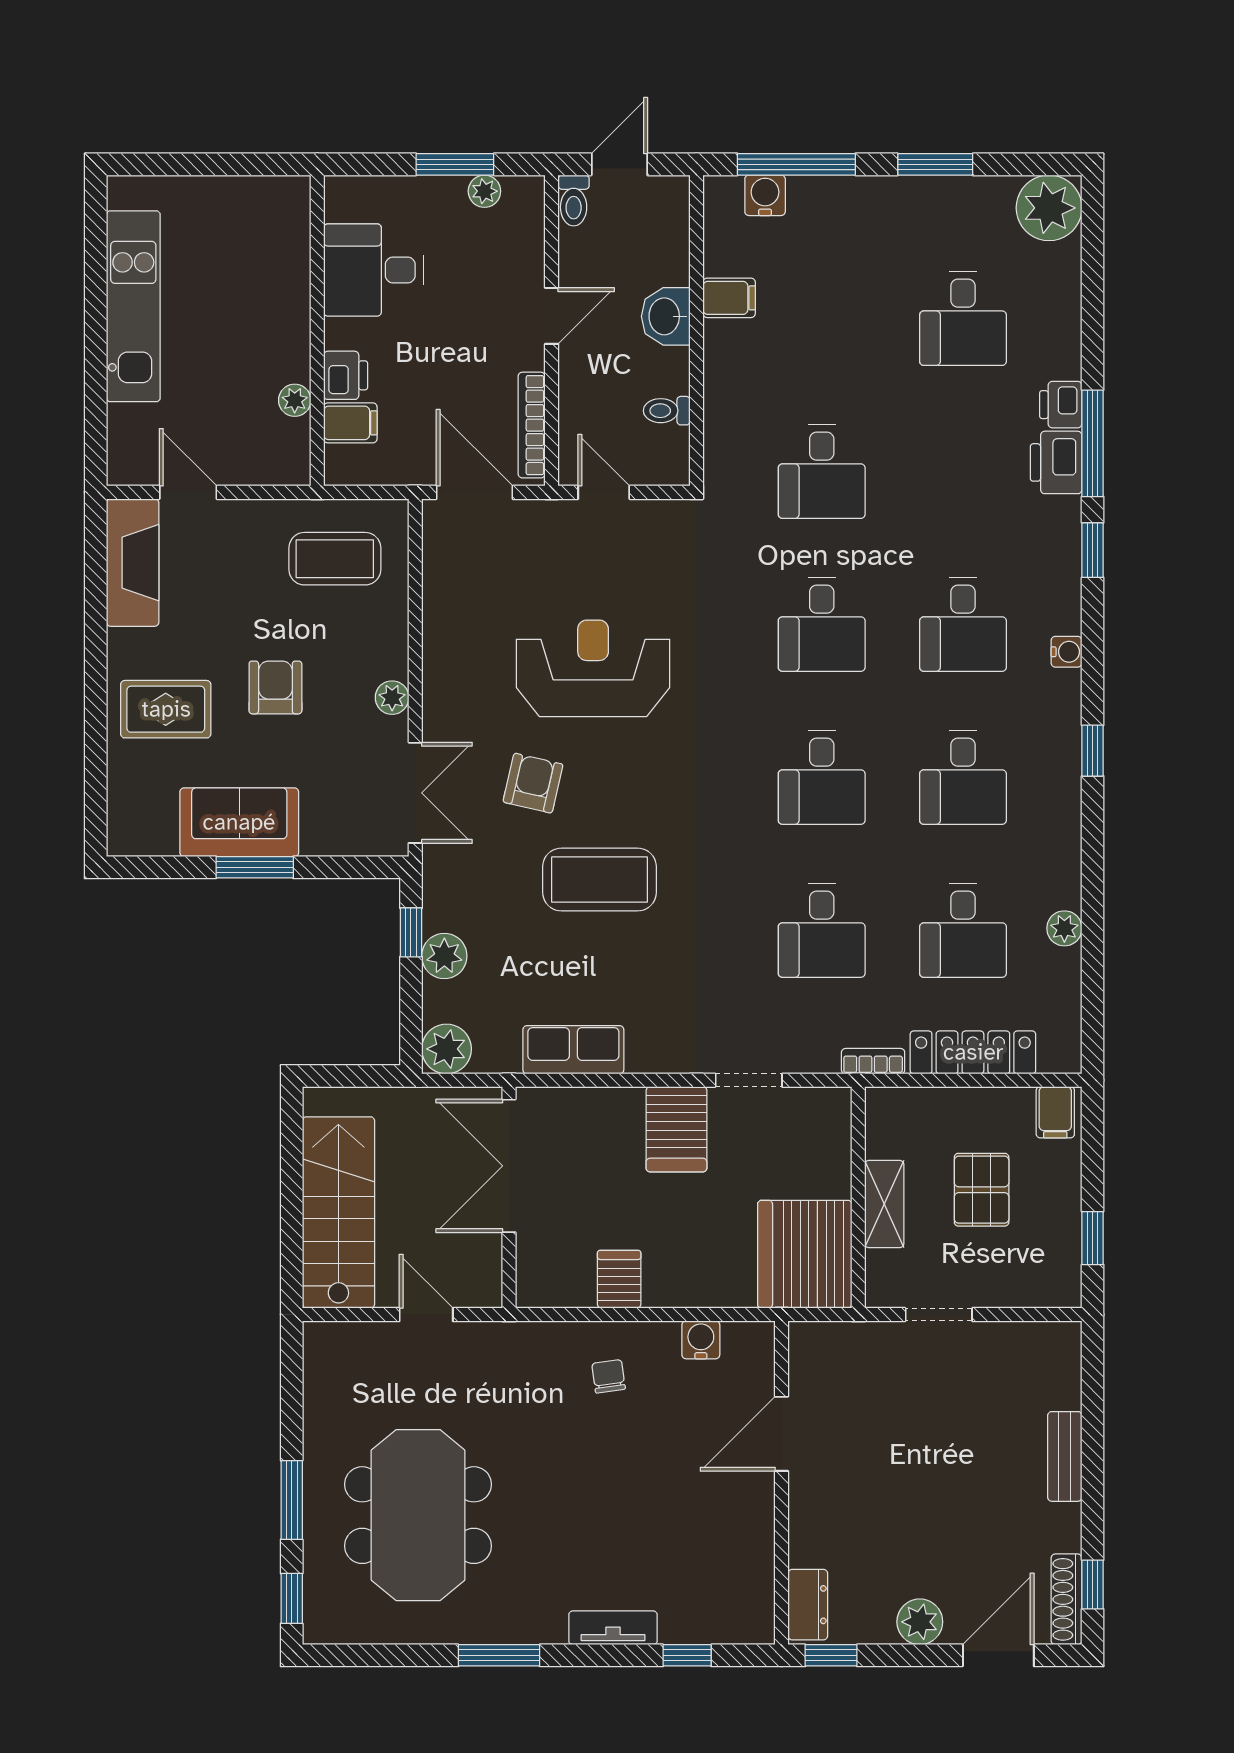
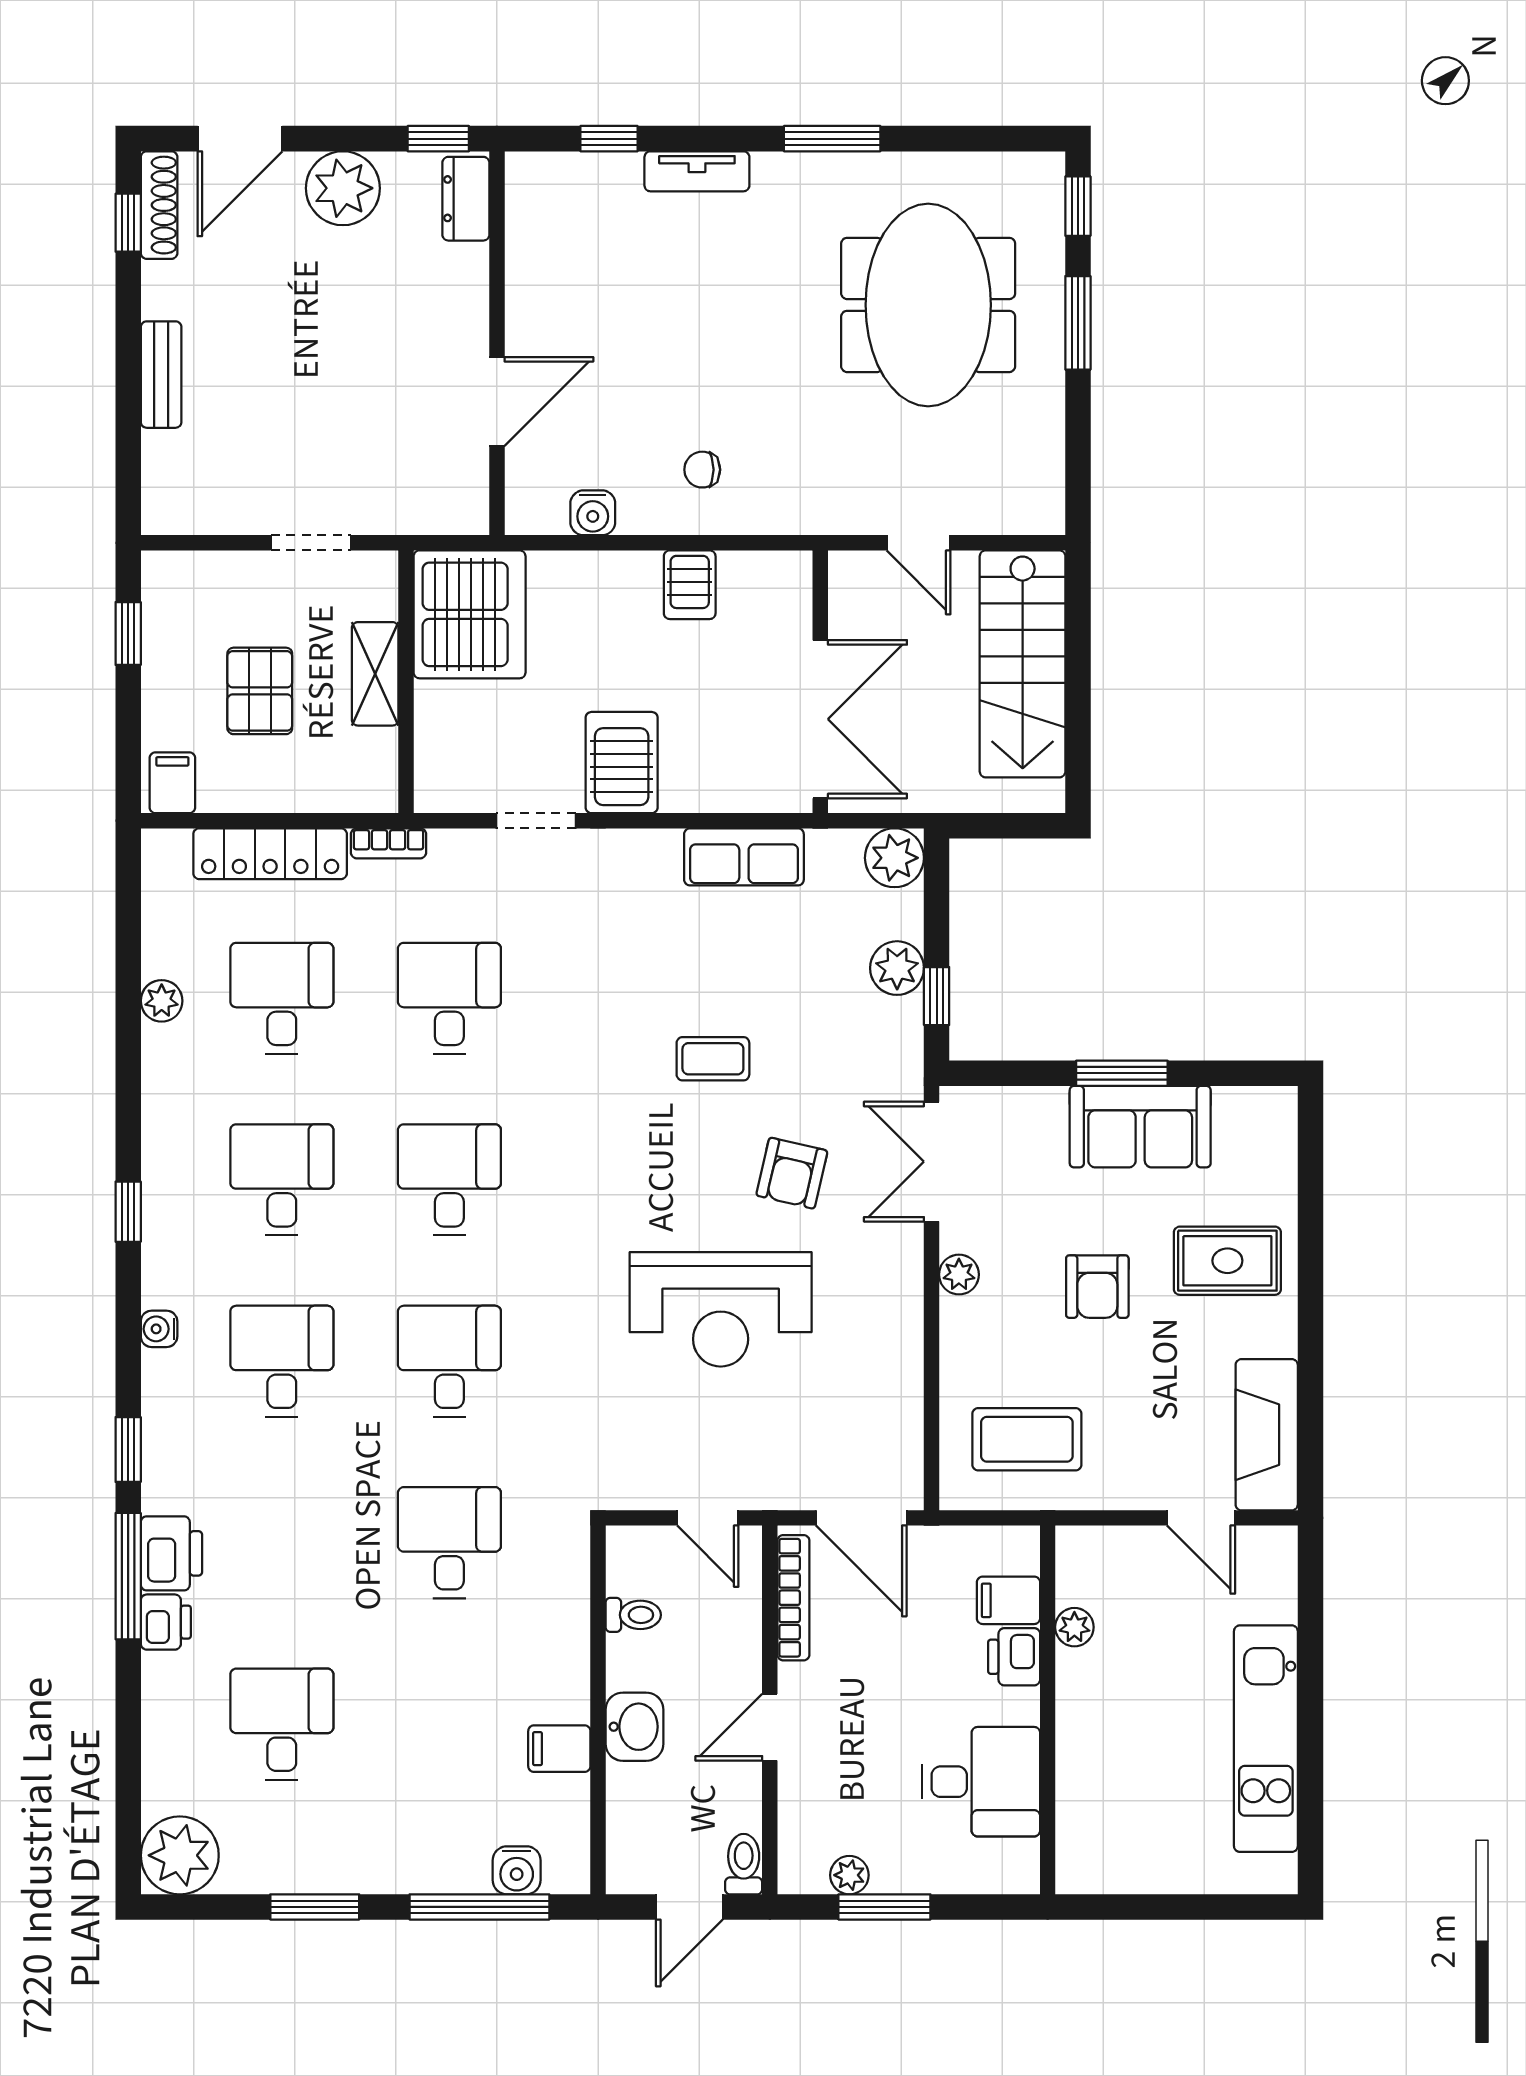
coffee table: (599, 880) -> (713, 1059), width x0.54, depth x0.58
chair: (609, 1376) -> (702, 470), turned 98
plant: (920, 1622) -> (343, 188), width x1.36, depth x1.36

